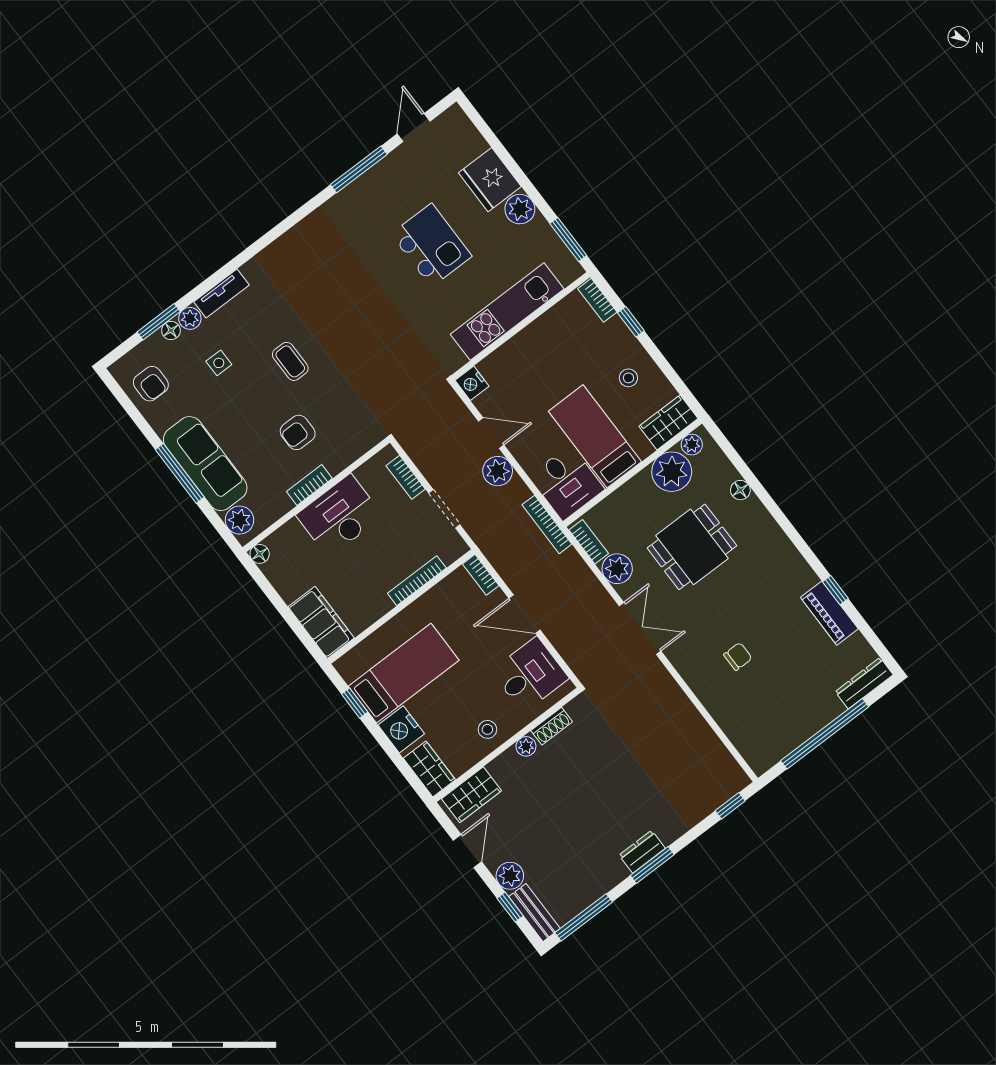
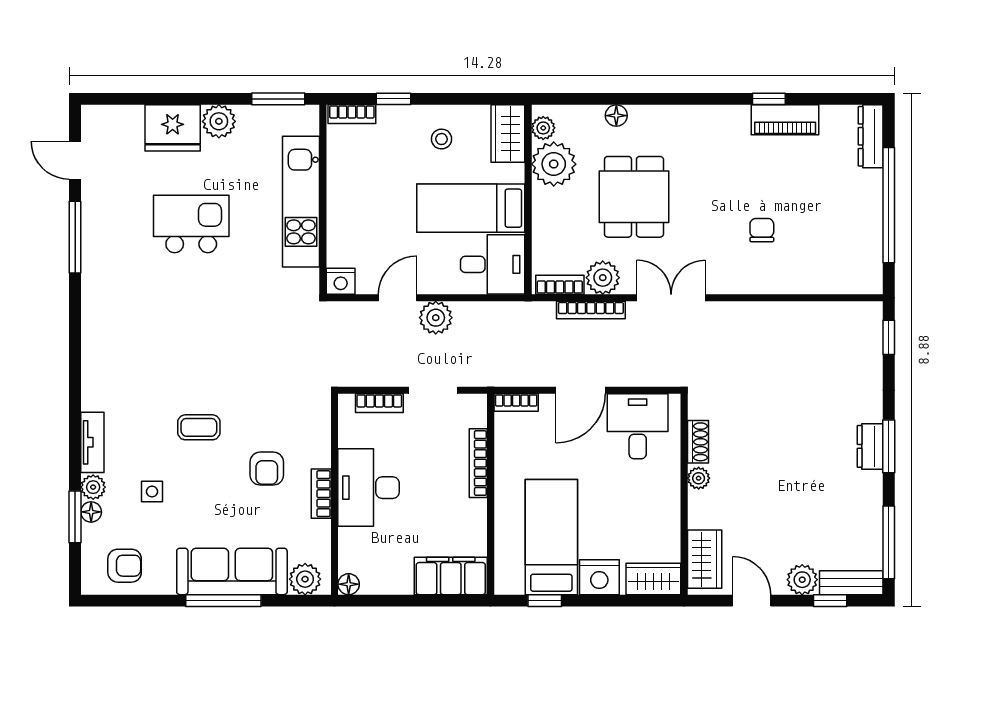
bookcase: (547, 524) -> (591, 310), moved
stool: (487, 729) -> (658, 501), removed

